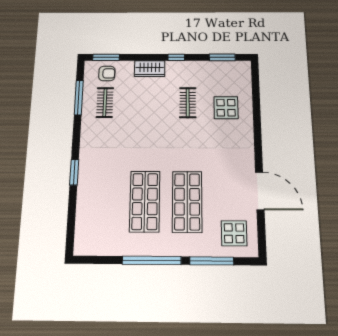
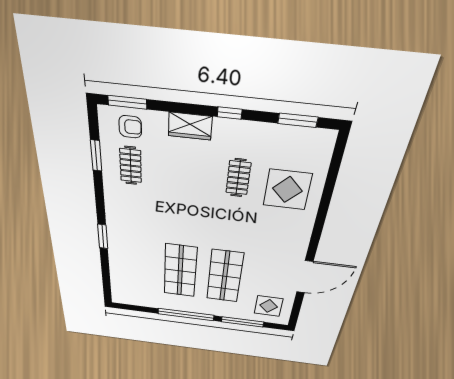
window: (79, 98) -> (96, 156), width x0.69
display table: (226, 108) -> (287, 190), width x1.36, depth x1.36
door: (260, 191) -> (305, 277), hinge flipped

